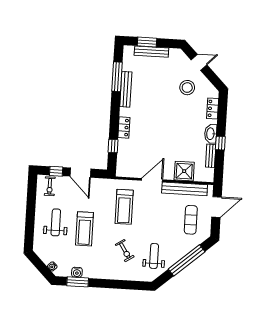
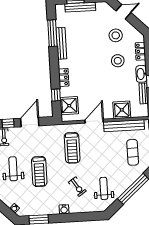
stool: (186, 116) -> (118, 61), added
shower: (126, 160) -> (69, 106), added
door: (80, 173) -> (30, 122), swing flipped
water cooler: (77, 272) -> (64, 209), moved

